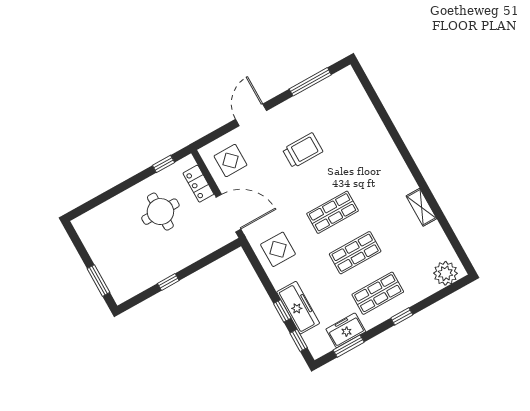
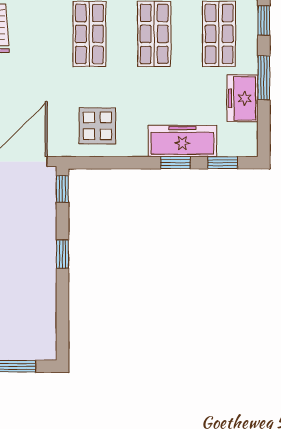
window: (226, 250) -> (62, 189), added
window: (168, 282) -> (62, 254), moved
window: (349, 346) -> (264, 78), moved

